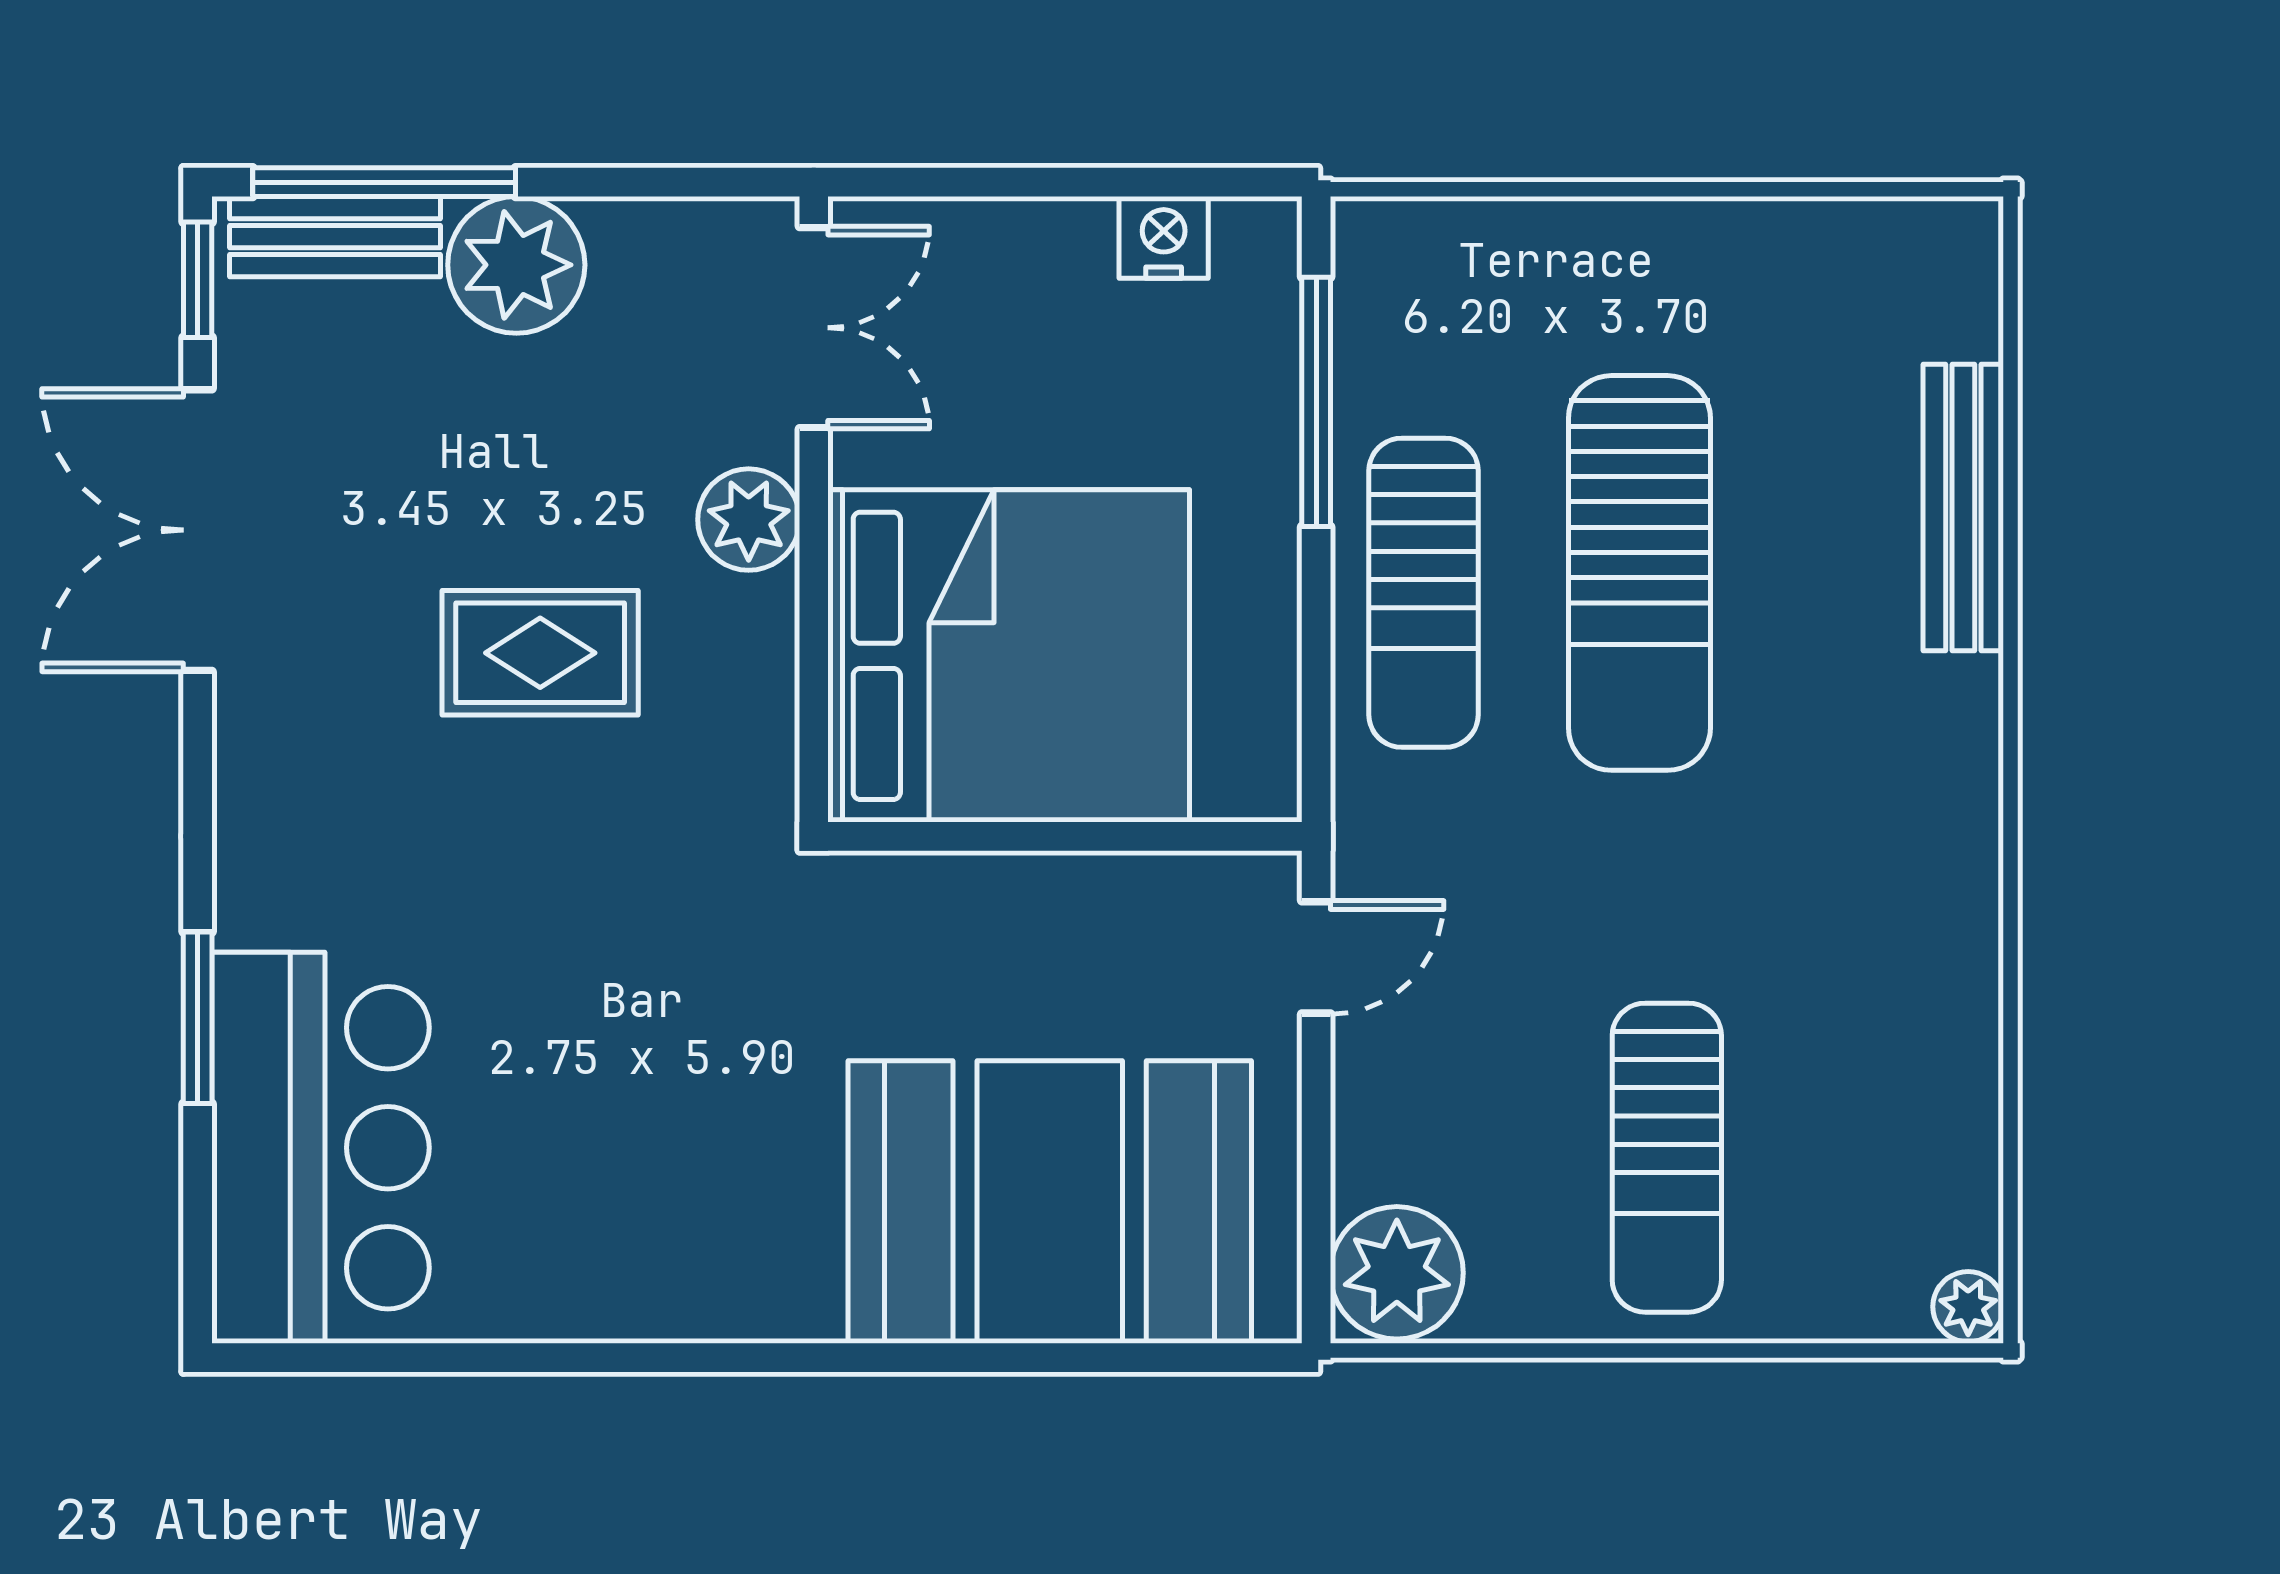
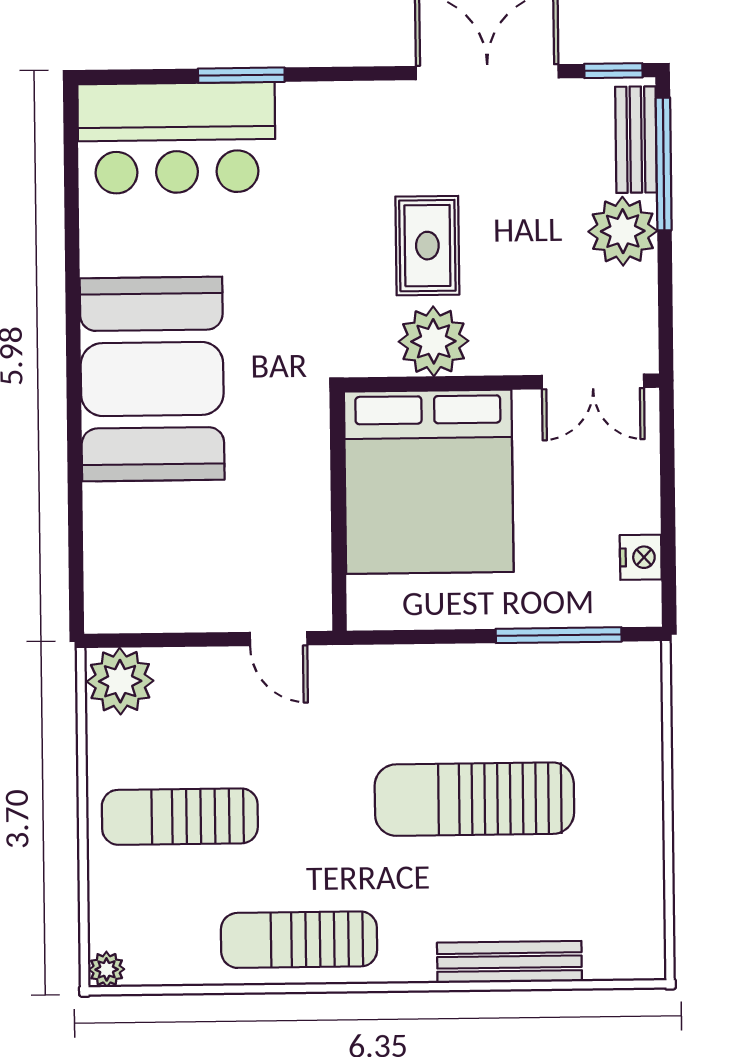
plant: (749, 520) -> (433, 341), moved, width x1.36, depth x1.36
sun lounger: (1424, 593) -> (299, 940), moved
booth: (1050, 1202) -> (152, 379), moved

